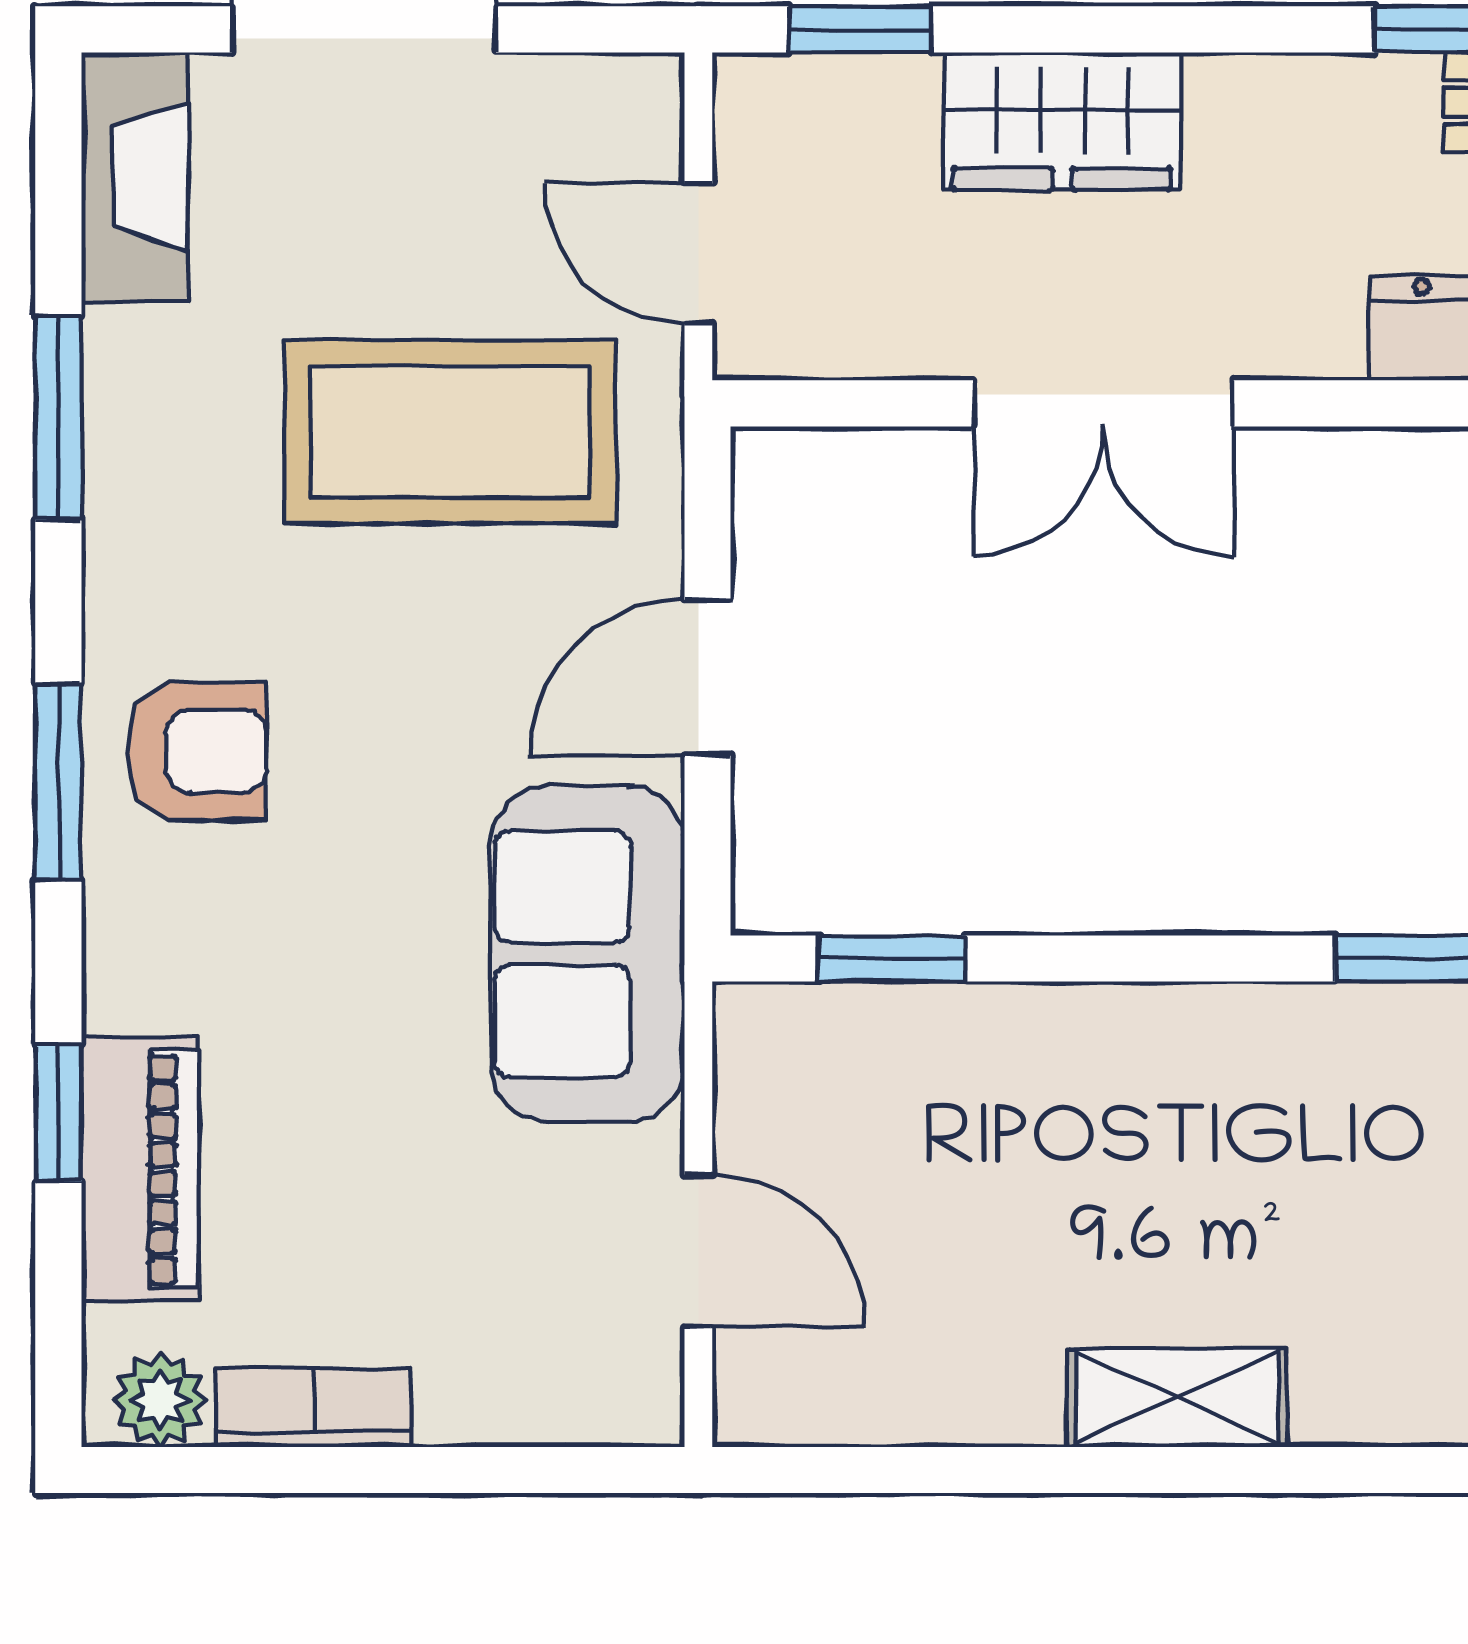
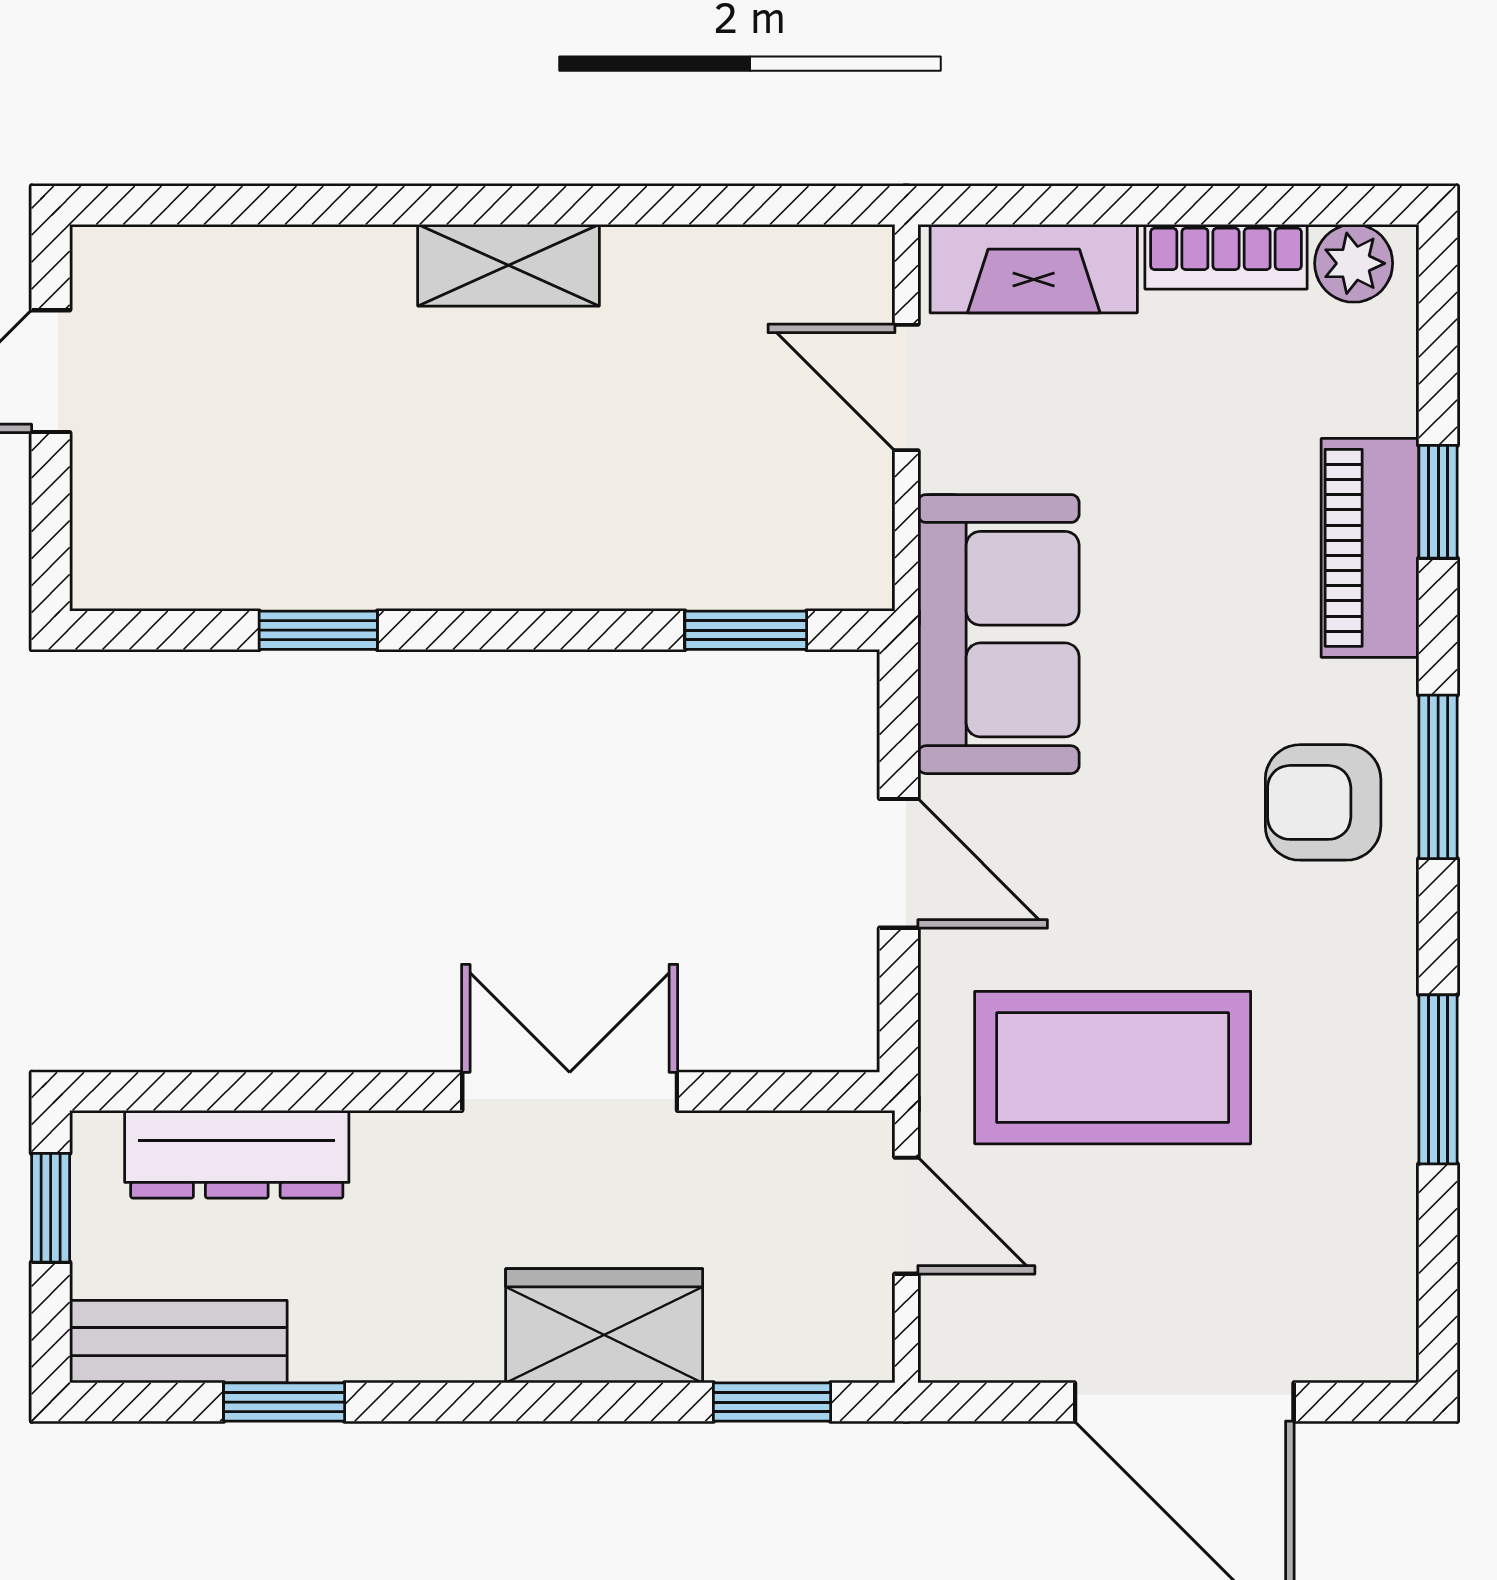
fireplace: (135, 177) -> (1034, 269), moved, turned -90
door: (708, 678) -> (899, 863), hinge flipped
piano: (140, 1169) -> (1370, 548), moved

